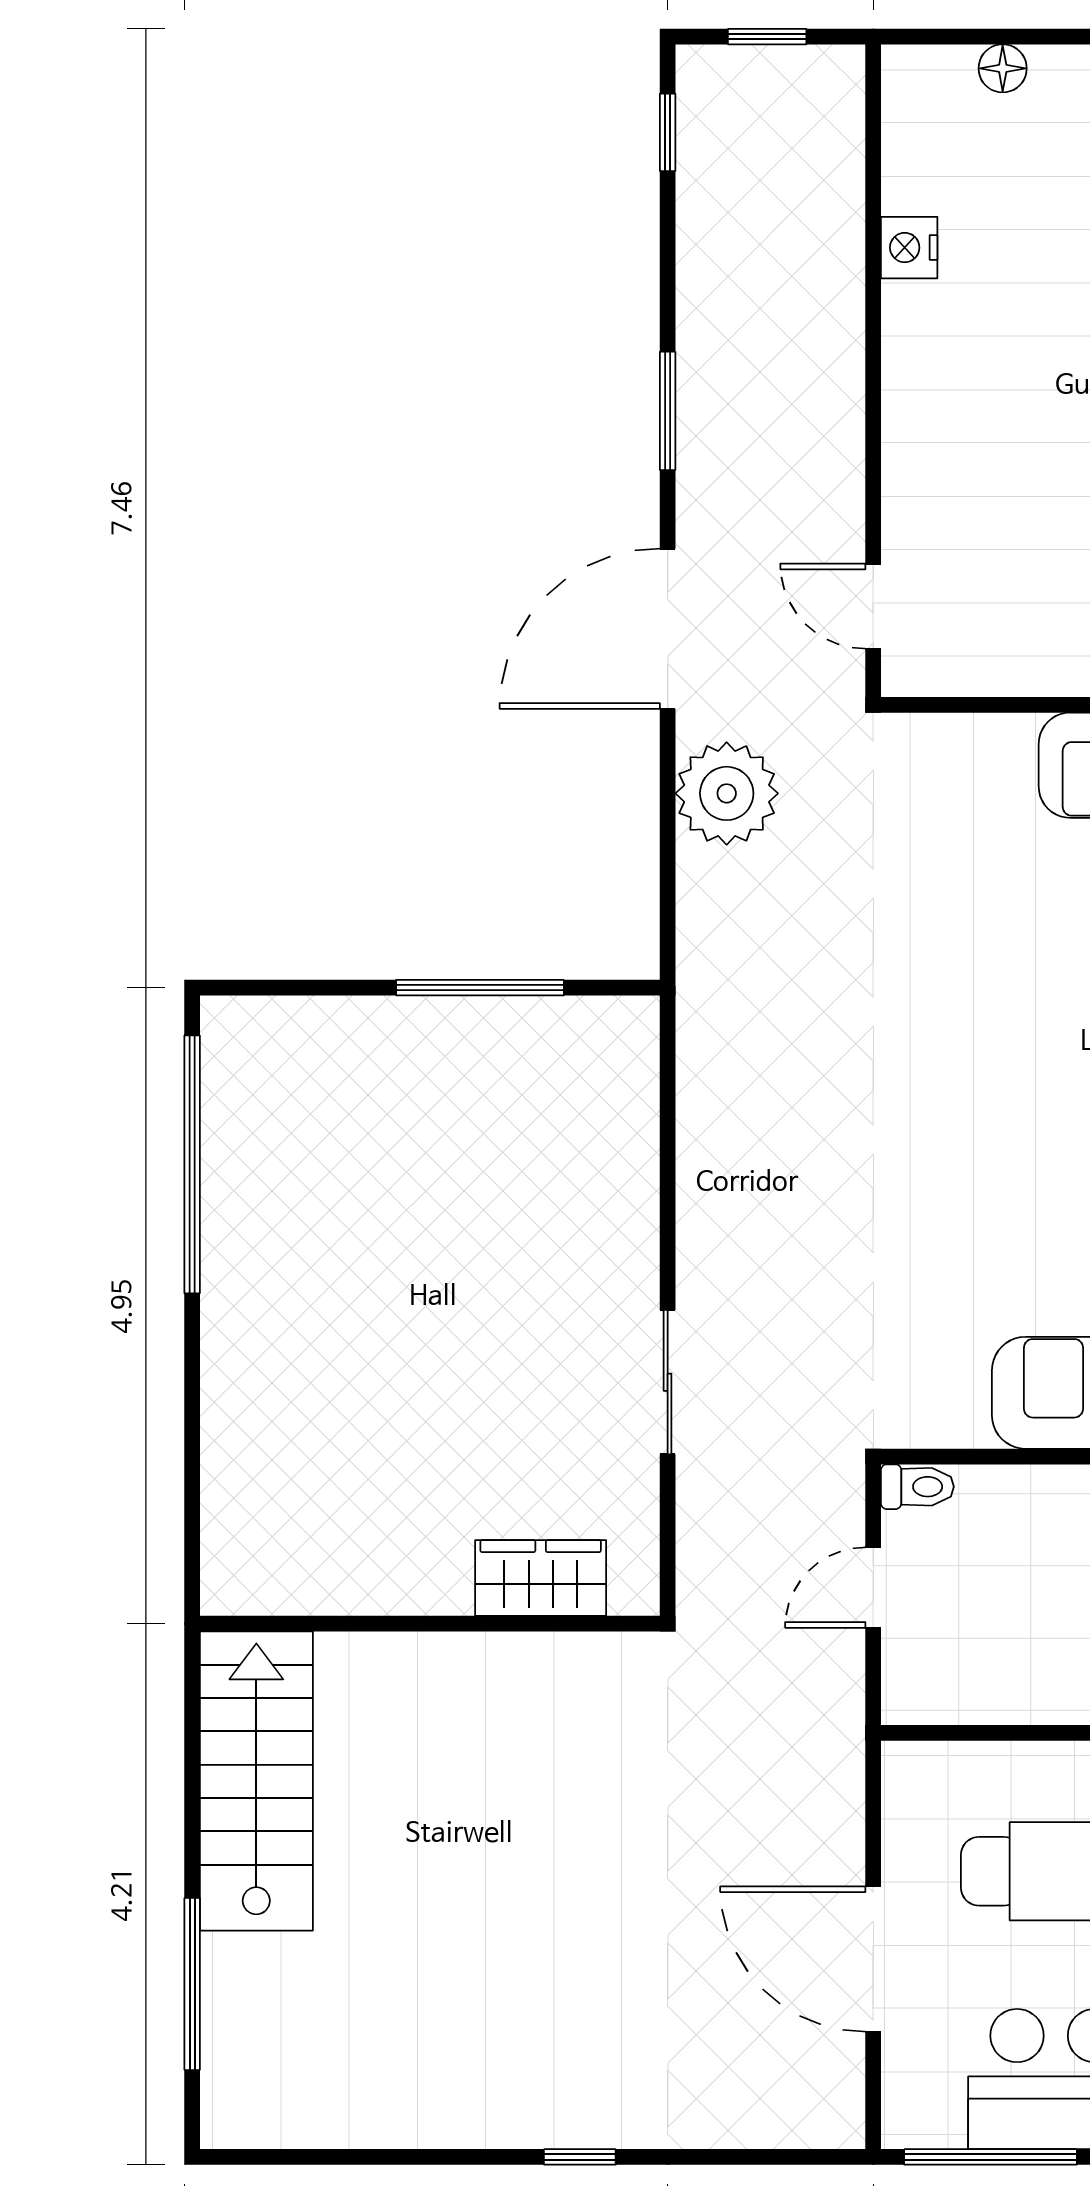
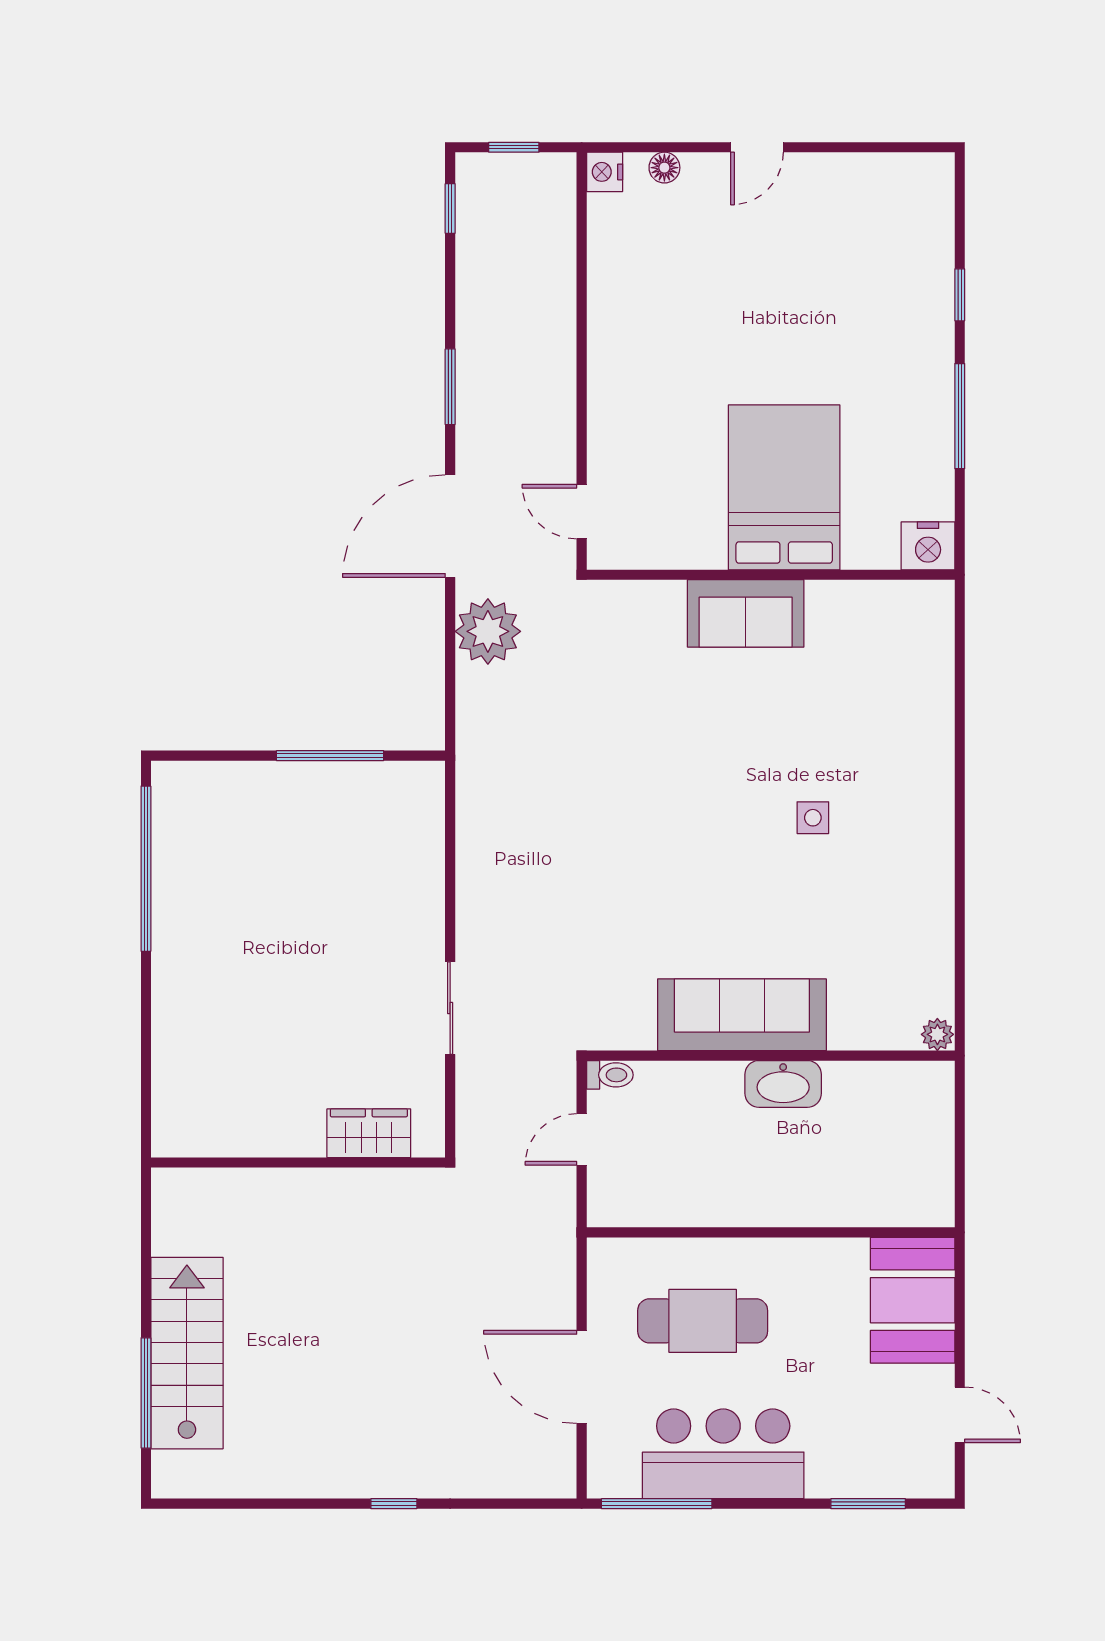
nightstand: (909, 248) -> (605, 172), moved
stairs: (256, 1781) -> (187, 1353), moved

